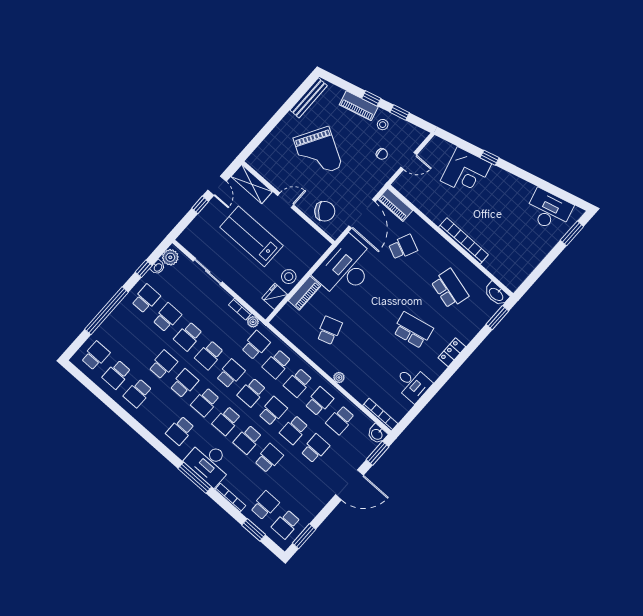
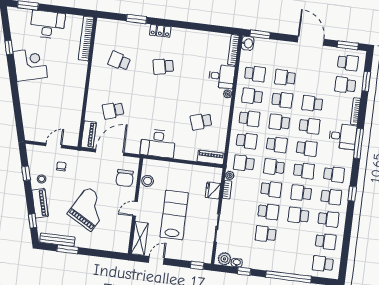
window: (371, 98) -> (32, 221), moved
window: (291, 102) -> (68, 249), added
window: (490, 158) -> (9, 47), moved
door: (409, 161) -> (54, 145), hinge flipped
corner desk: (466, 172) -> (30, 64), moved
door: (286, 200) -> (135, 209), hinge flipped
window: (200, 205) -> (197, 265), moved
desk: (549, 210) -> (48, 24), moved, turned 105
chair: (325, 211) -> (125, 178), turned -143
lab bench: (251, 236) -> (174, 215), turned 180
bookcase: (463, 241) -> (86, 39), moved
school desk: (403, 247) -> (113, 110), turned -42
desk: (346, 268) -> (158, 143), width x0.73, depth x0.77
stool: (289, 277) -> (148, 181), moved
school desk: (450, 289) -> (119, 61), width x0.54
piano: (304, 293) -> (211, 157), moved
washbasin: (496, 294) -> (102, 28), removed
fridge: (275, 296) -> (213, 190), moved, turned 90
school desk: (146, 299) -> (331, 197), moved, turned 180
window: (497, 318) -> (137, 19), moved
school desk: (413, 330) -> (163, 66), width x0.54
desk: (413, 384) -> (222, 76), moved, turned 90
window: (147, 436) -> (352, 194), added
desk: (209, 463) -> (343, 136), width x0.73
door: (349, 485) -> (311, 41), moved

